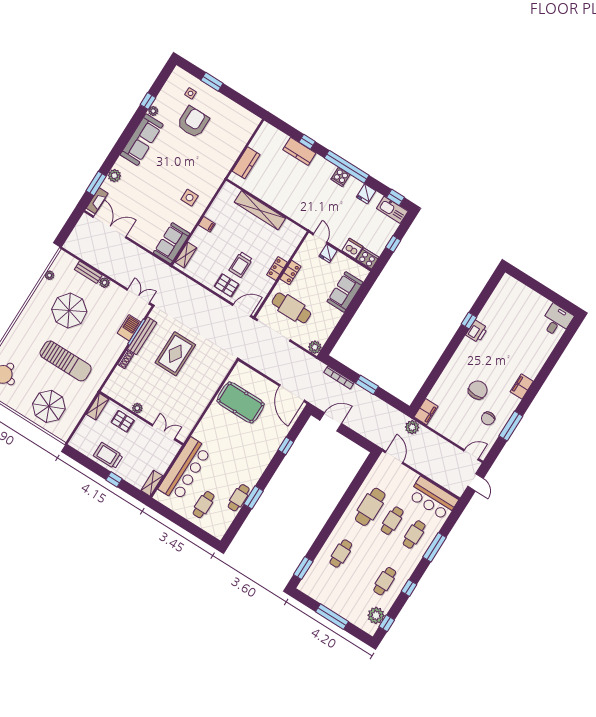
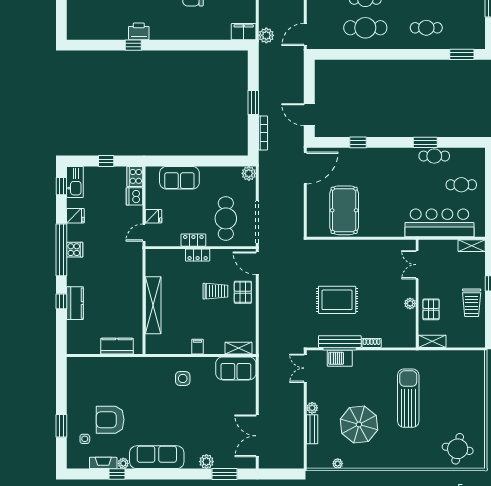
fireplace: (97, 201) -> (103, 463), moved
parasol: (49, 406) -> (460, 387), removed

